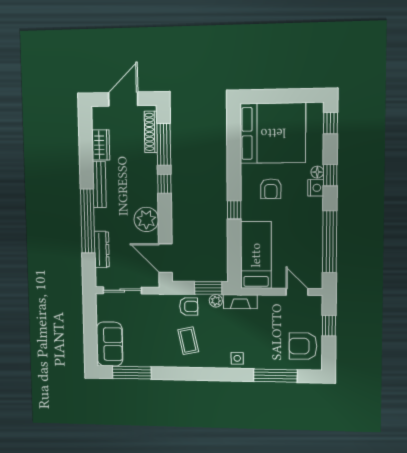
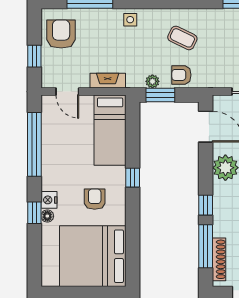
window: (331, 123) -> (34, 265), removed
fireplace: (240, 302) -> (108, 81), moved
coffee table: (188, 341) -> (182, 38), turned -52
armchair: (303, 346) -> (61, 34), turned -90

